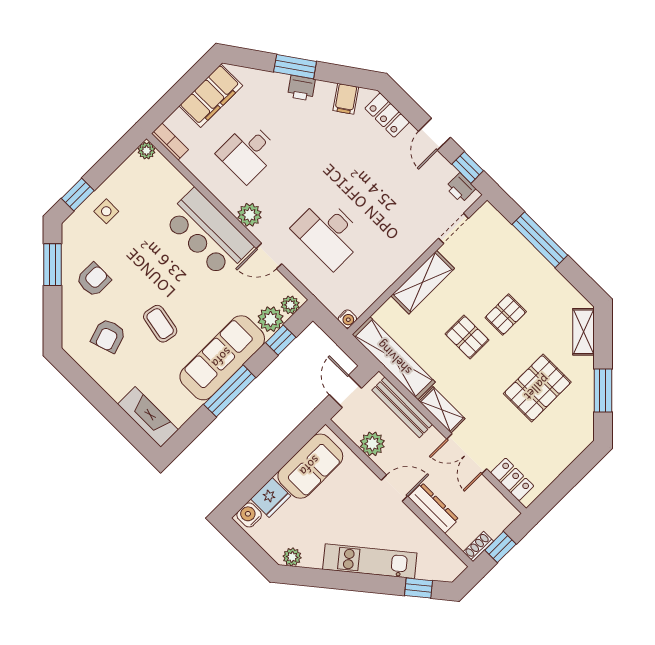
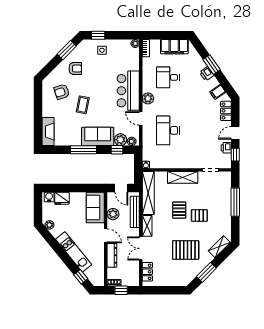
printer: (461, 188) -> (226, 148), moved
sofa: (222, 358) -> (98, 136), width x0.73
door: (345, 391) -> (121, 188), swing flipped
sofa: (310, 466) -> (95, 208), moved, turned 90

